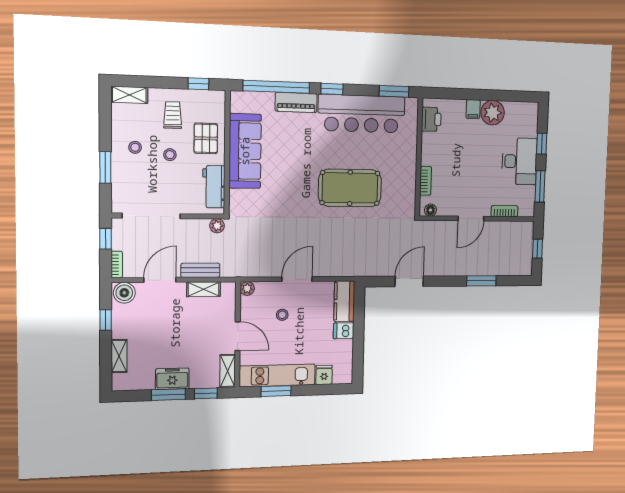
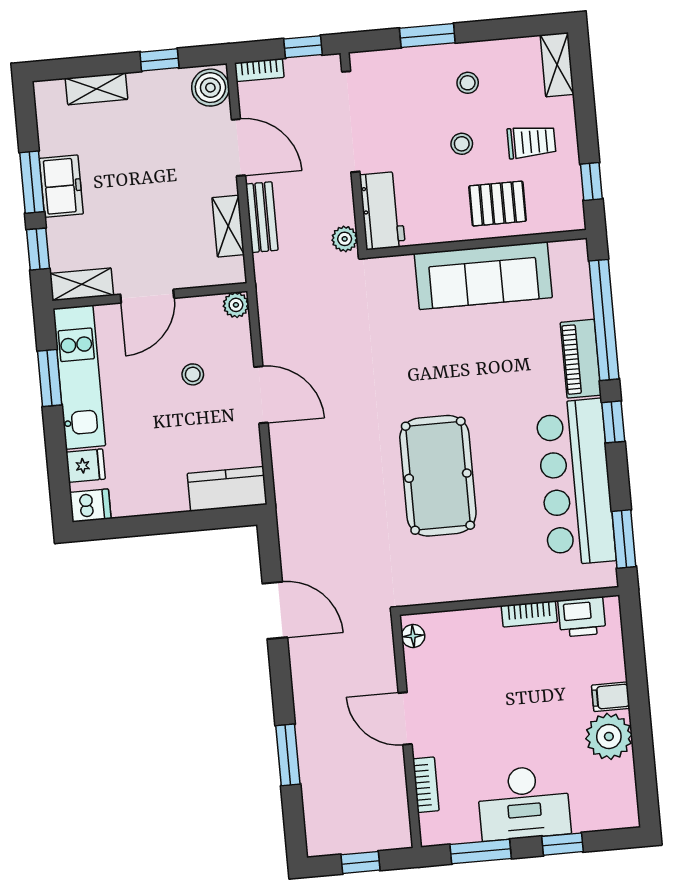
bookcase: (426, 181) -> (529, 614), moved
workbench: (214, 187) -> (382, 211), moved, turned 90
dishwasher: (344, 331) -> (90, 505), moved, turned 90

